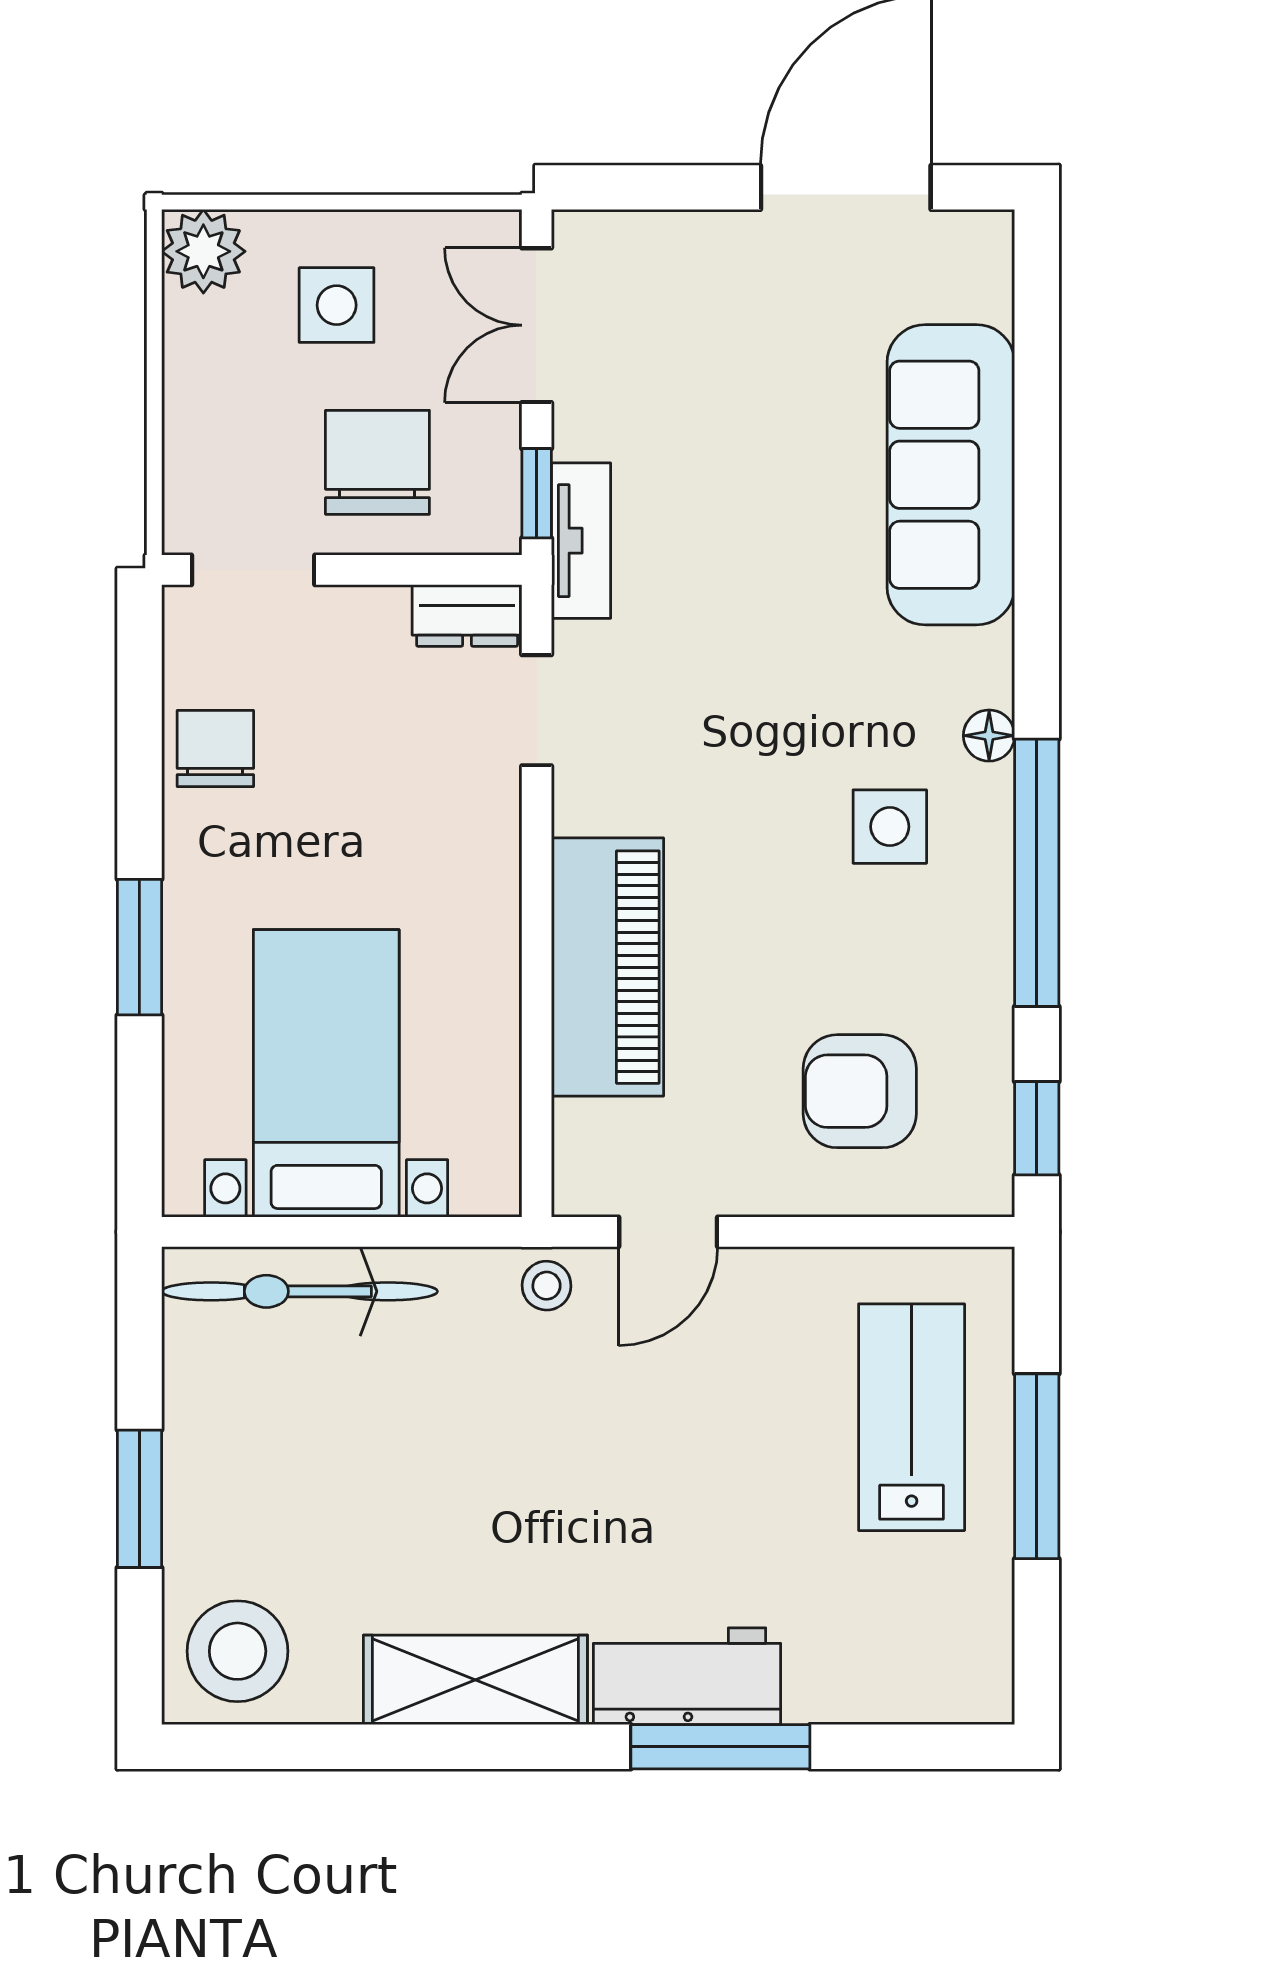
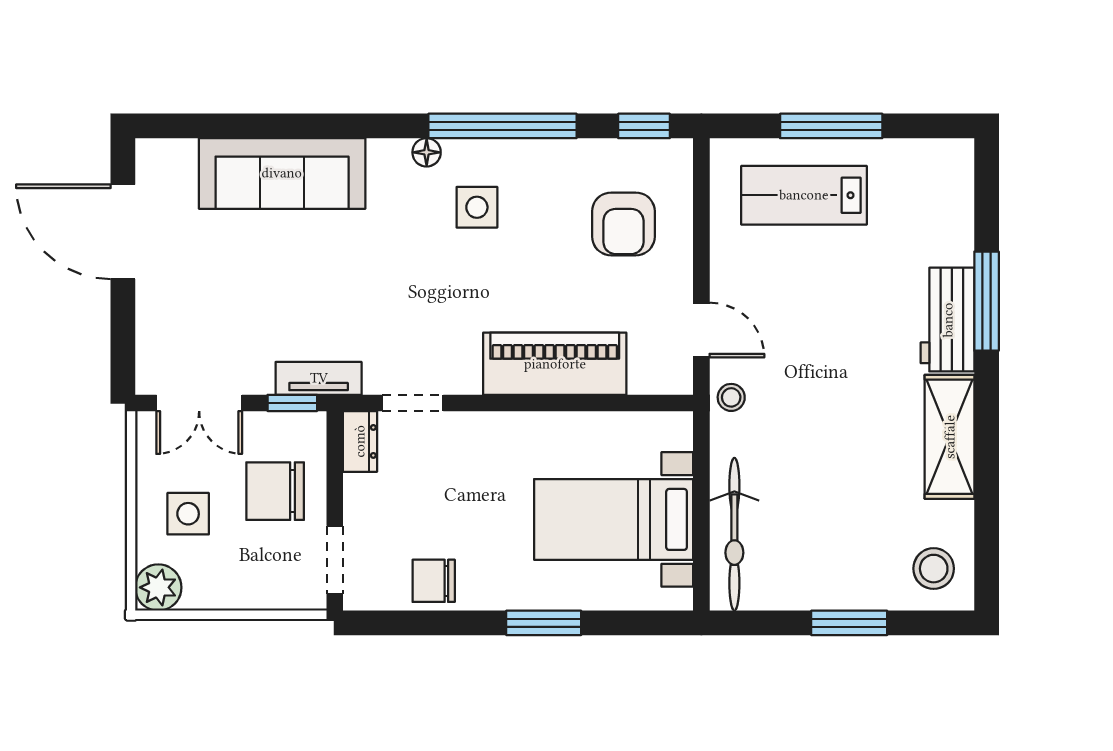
stool: (238, 1651) -> (934, 569), width x0.73, depth x0.73

